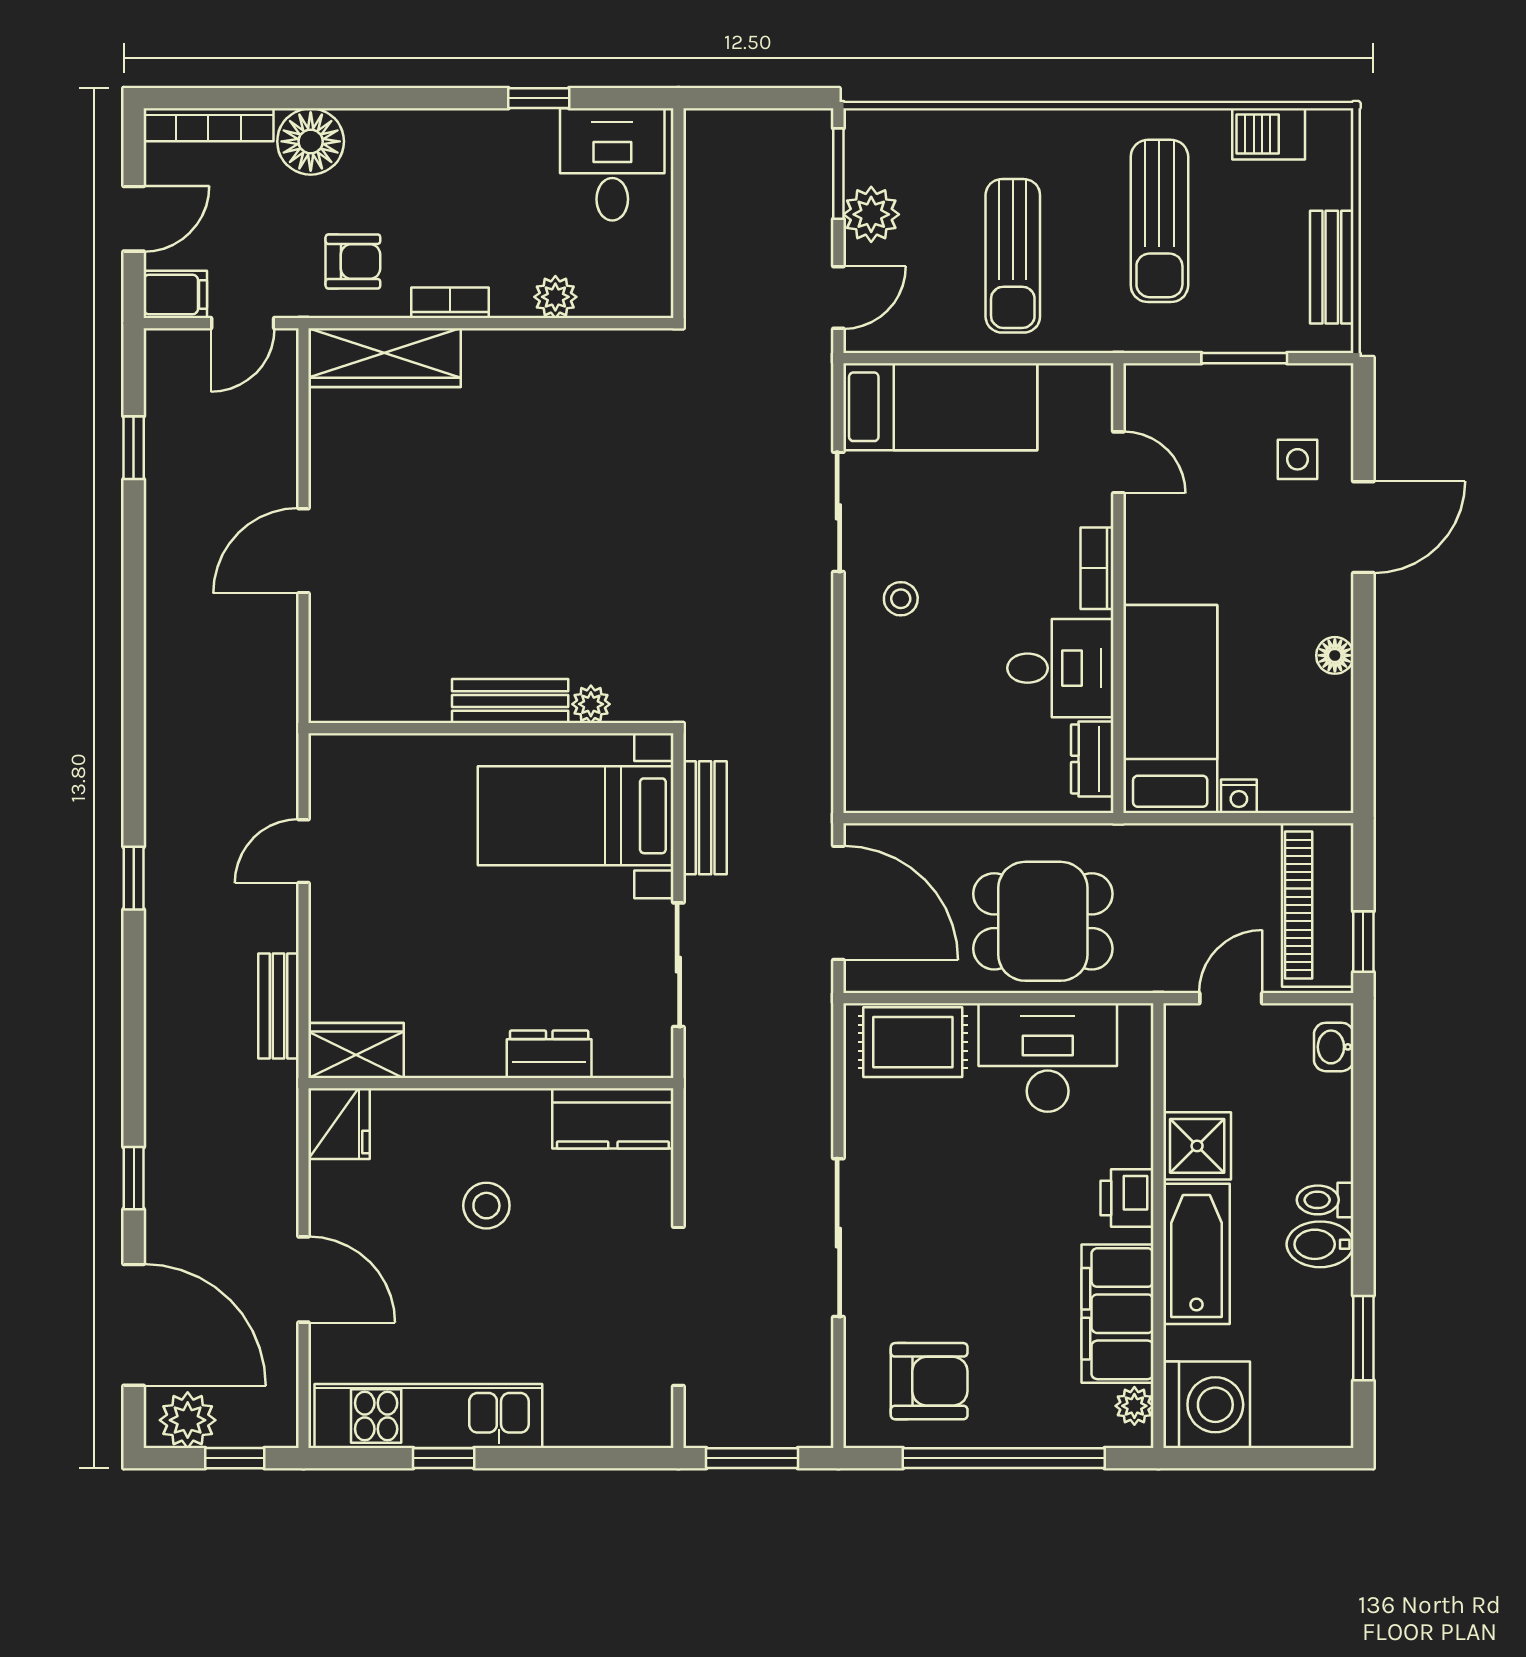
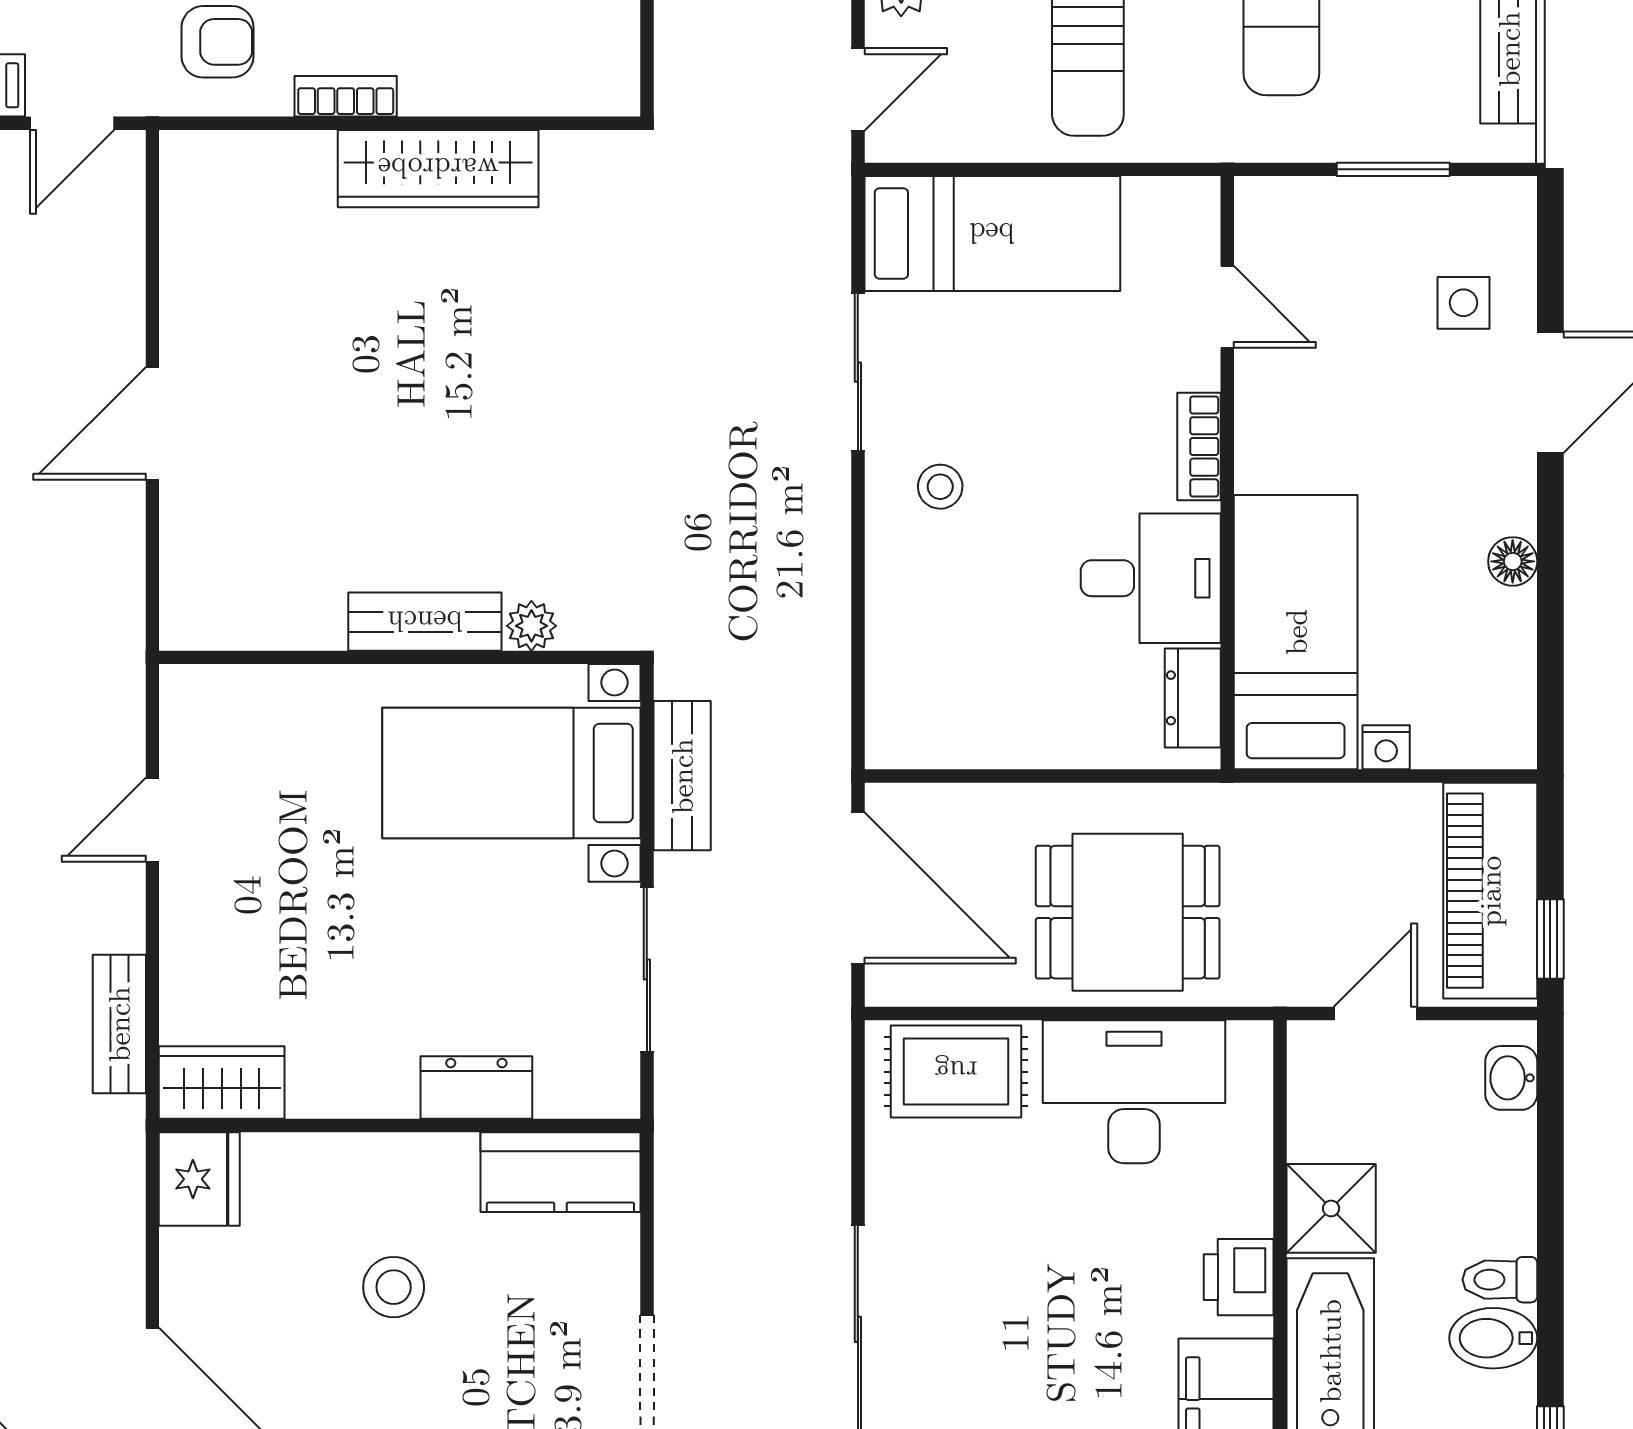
plant: (555, 297) -> (485, 89), removed
wardrobe: (385, 358) -> (438, 169), moved

